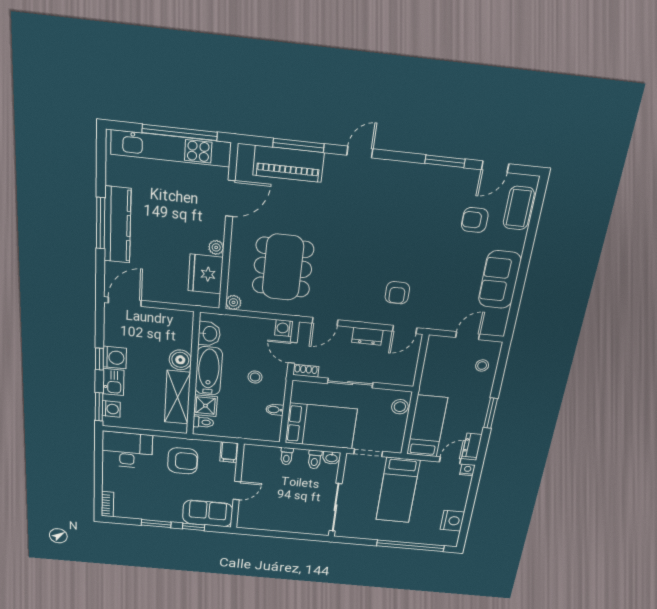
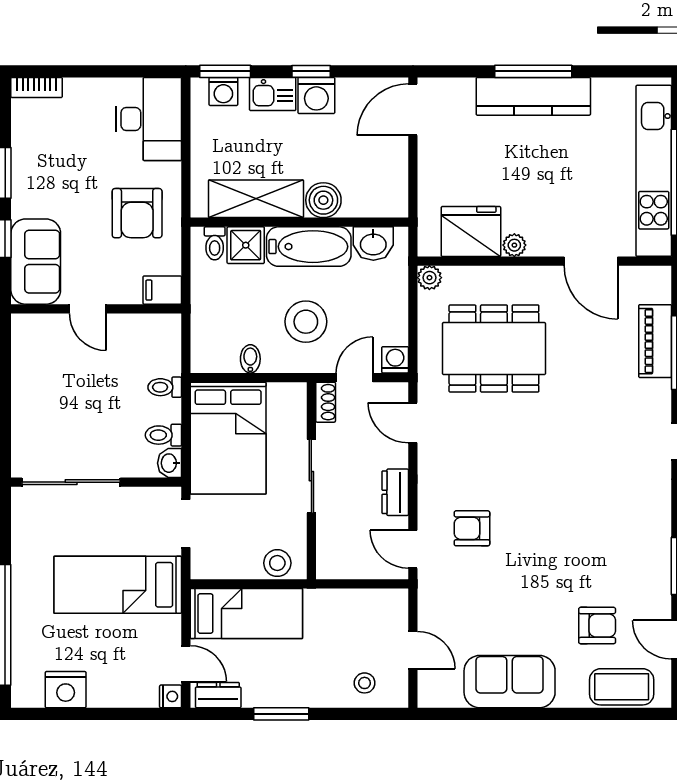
piano: (288, 164) -> (655, 341), width x0.73, depth x0.75
armchair: (475, 220) -> (597, 626), turned 90
door: (125, 302) -> (413, 110), swing flipped
stool: (255, 377) -> (306, 322), width x1.89, depth x1.89

